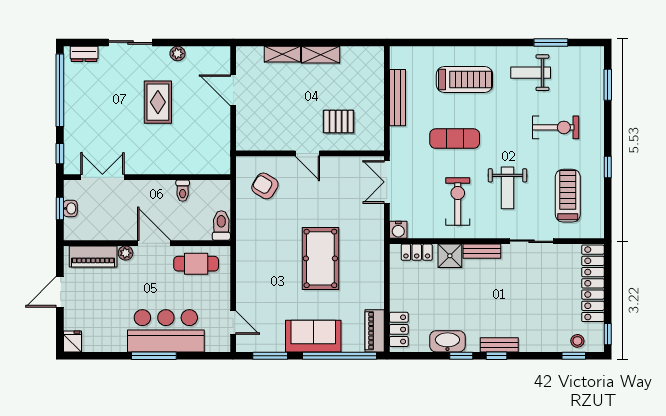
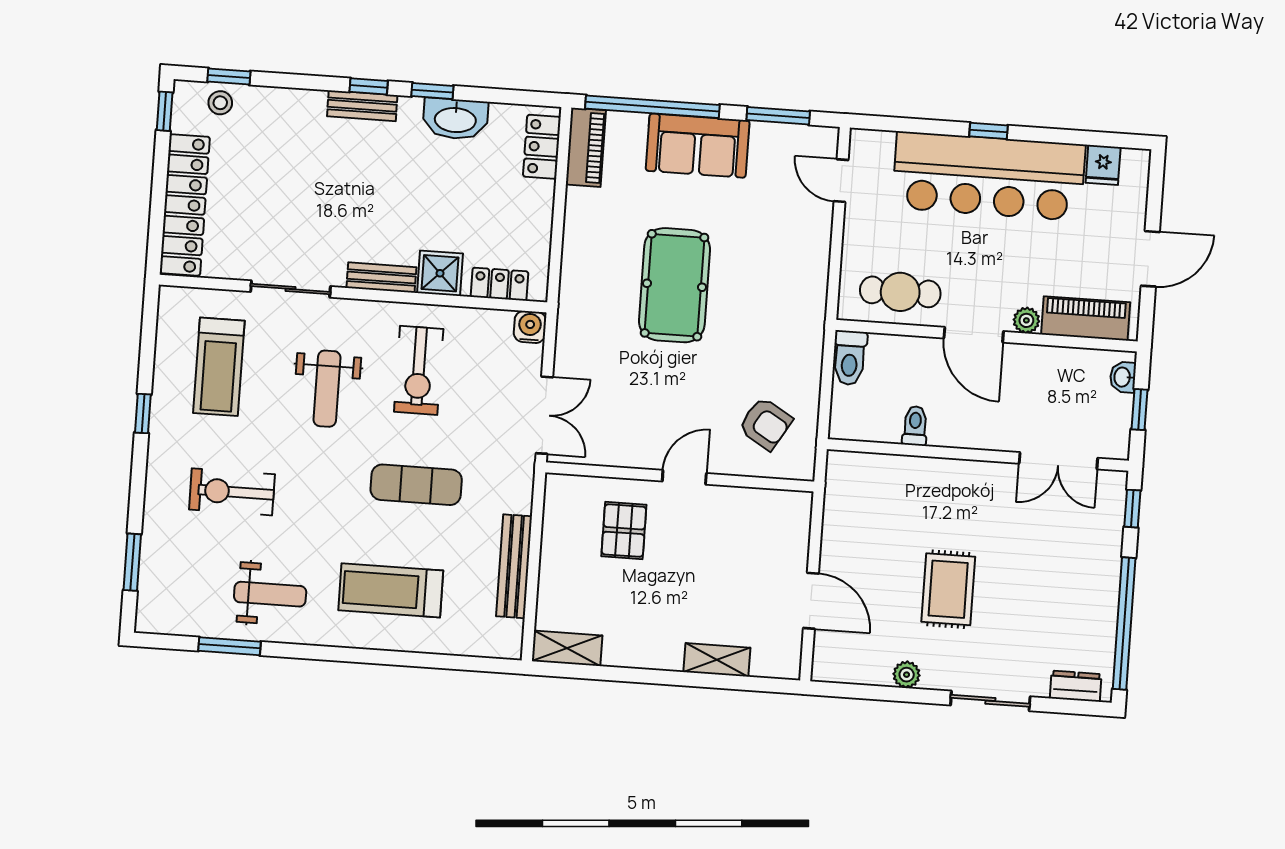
shelving: (321, 55) -> (567, 648), moved
pallet: (339, 122) -> (624, 531), turned 90
door: (307, 153) -> (684, 477), hinge flipped
weight bench: (507, 188) -> (327, 389), turned 180
washbasin: (70, 208) -> (1123, 377), moved
bar counter: (166, 331) -> (989, 176), width x1.36
fridge: (72, 341) -> (1103, 165), moved
window: (154, 356) -> (989, 131), width x0.46

